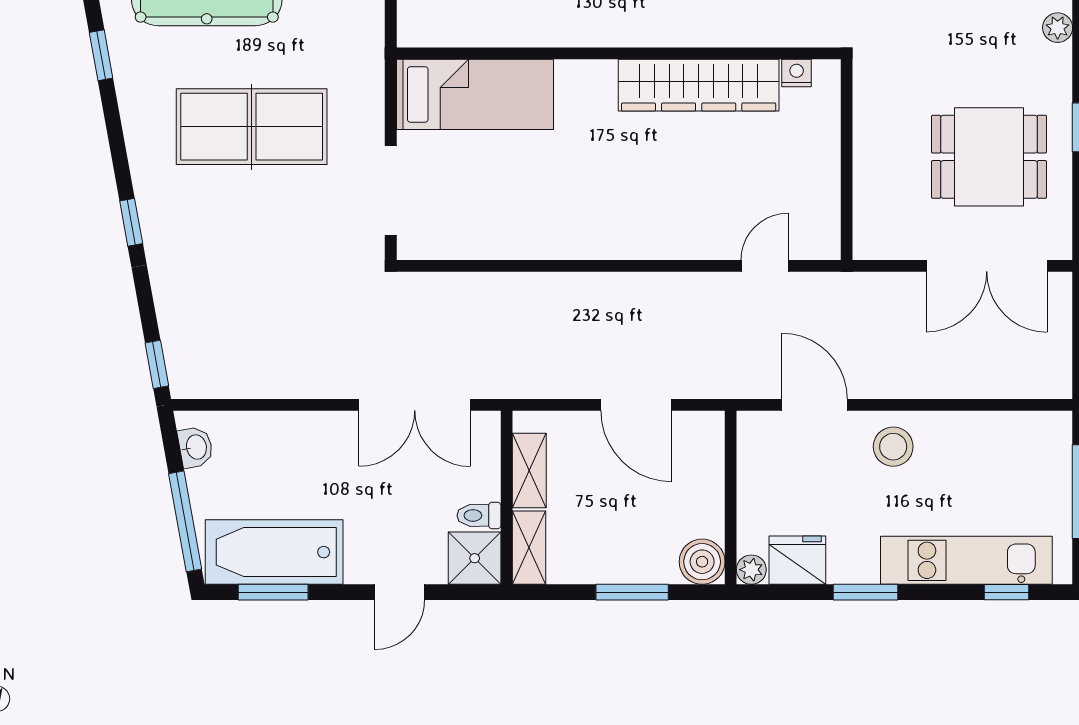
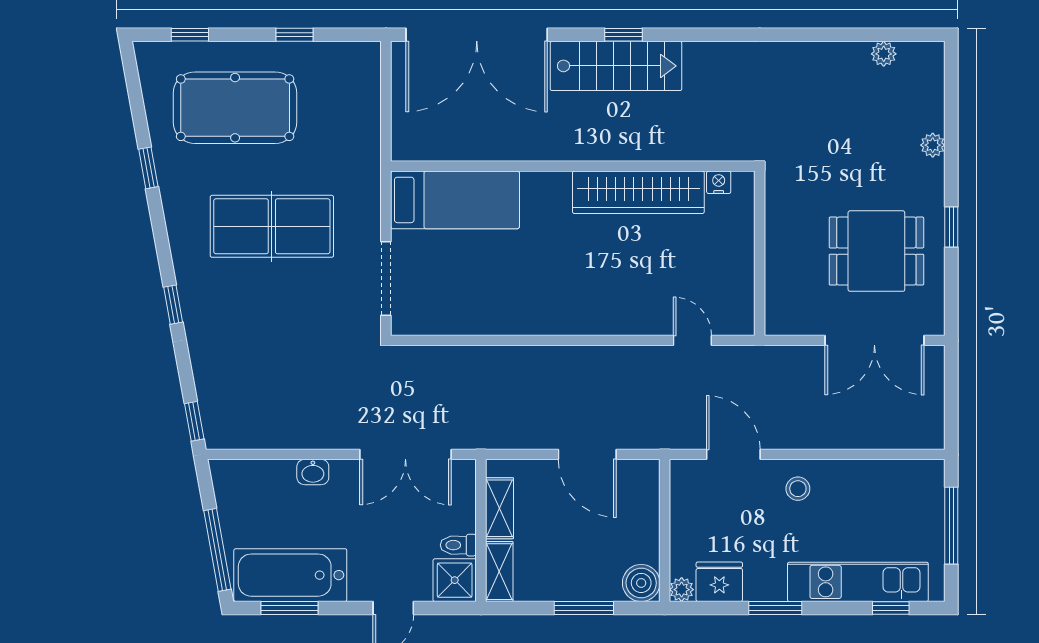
door: (765, 266) -> (692, 340), hinge flipped
washbasin: (196, 447) -> (313, 472), moved, turned 100
stool: (893, 447) -> (798, 489), width x0.73, depth x0.73

